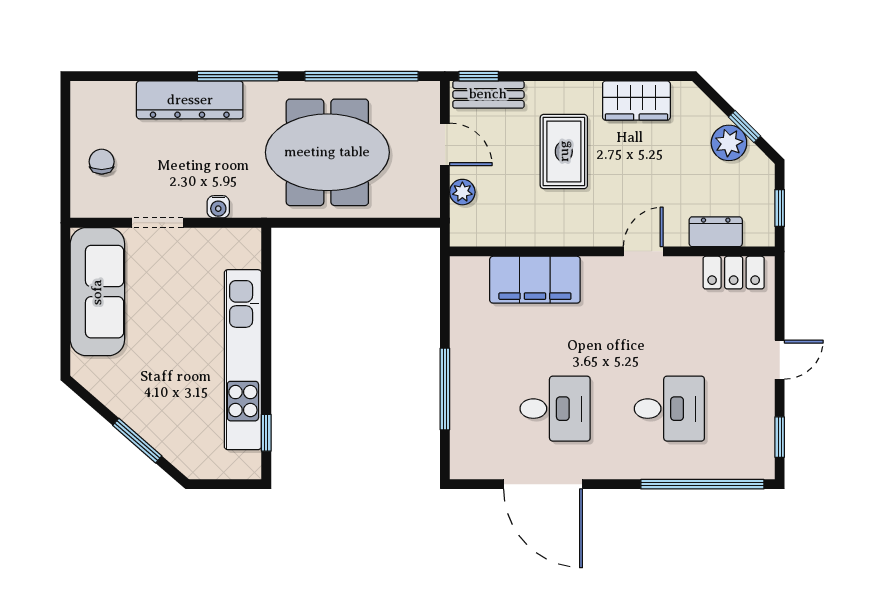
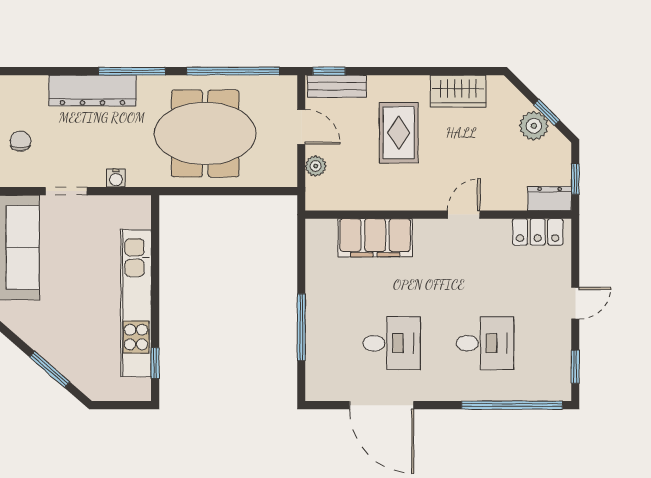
dresser: (716, 232) -> (550, 198), moved

